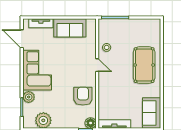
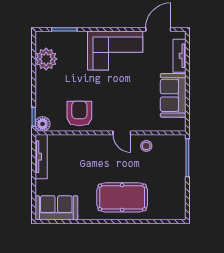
door: (97, 65) -> (122, 133), hinge flipped
armchair: (83, 96) -> (79, 113), turned -90
plant: (29, 97) -> (78, 39), removed

